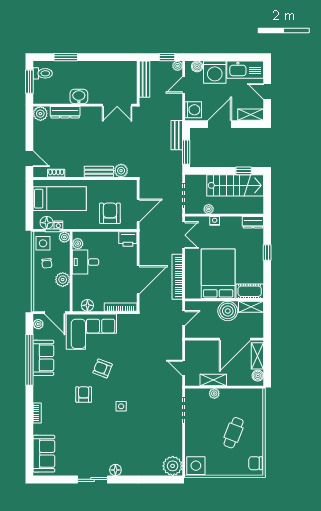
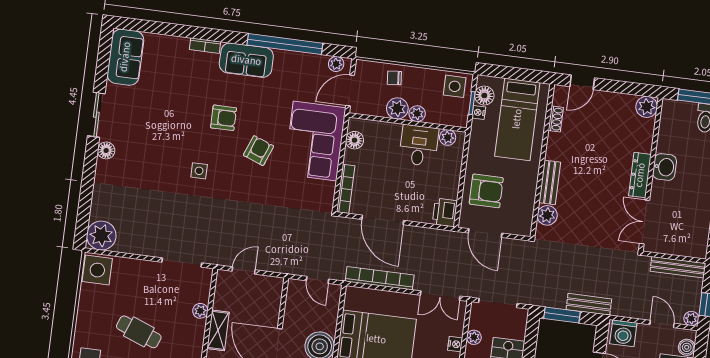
dresser: (65, 112) -> (640, 175), moved
plant: (64, 237) -> (417, 114), moved
chair: (47, 263) -> (394, 78), moved
sofa: (43, 358) -> (246, 60), moved
shelving: (213, 380) -> (218, 330), moved
sofa: (44, 454) -> (125, 57), moved, turned -90

